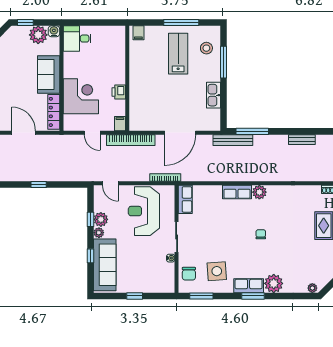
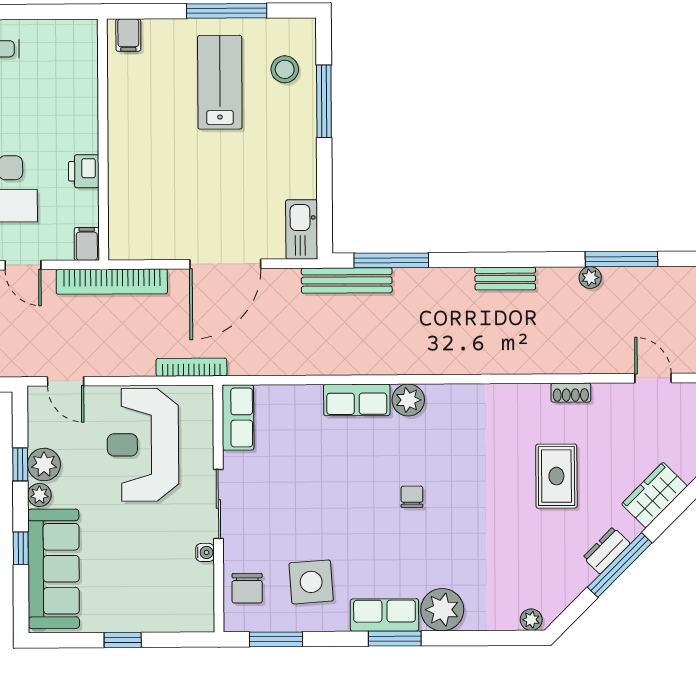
kitchen sink: (213, 95) -> (302, 229), moved

